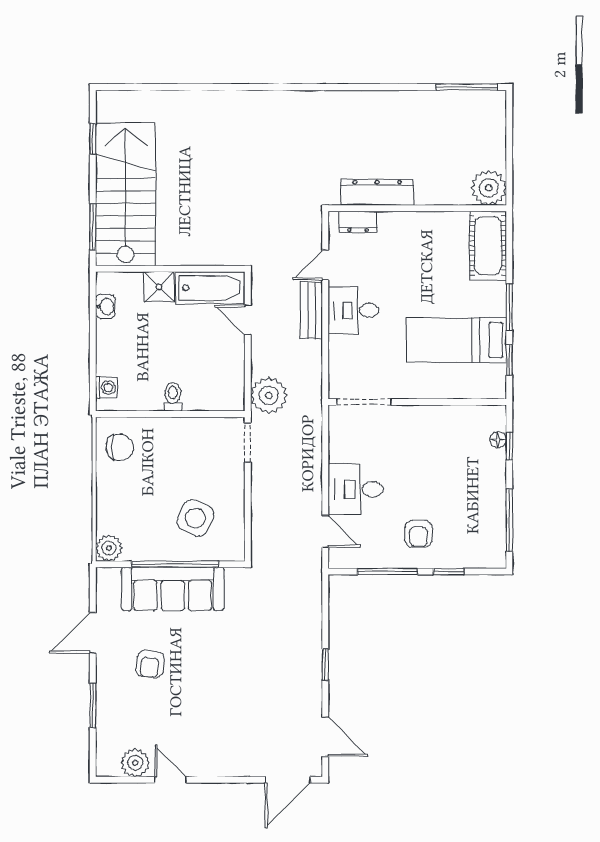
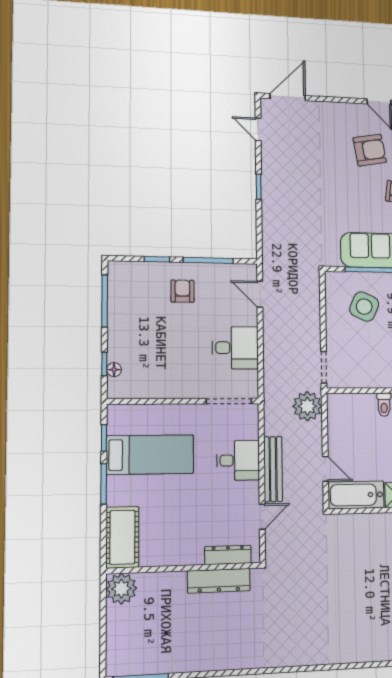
dresser: (358, 222) -> (228, 555), width x1.44
bench: (311, 310) -> (273, 469), width x1.36
desk: (353, 310) -> (238, 460), moved
desk: (356, 489) -> (235, 348), moved
armchair: (184, 717) -> (370, 150), added
door: (325, 737) -> (258, 129), width x0.73

